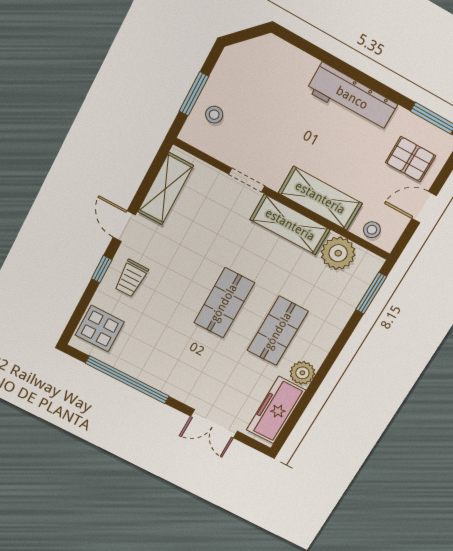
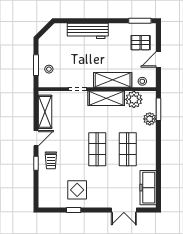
workbench: (352, 98) -> (88, 31), moved
door: (124, 226) -> (36, 138), swing flipped
display table: (100, 329) -> (77, 190), moved
plant: (302, 373) -> (150, 119), moved
window: (127, 380) -> (74, 210), width x0.32

